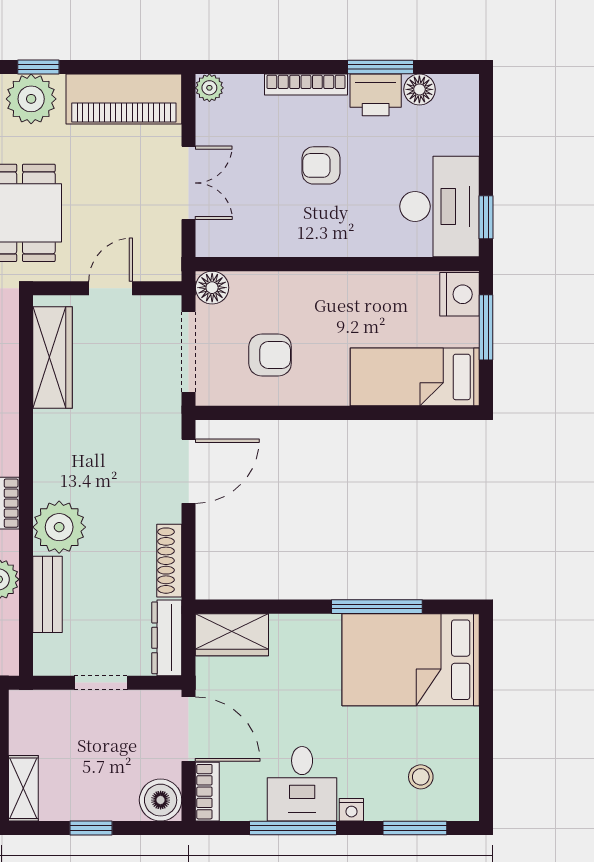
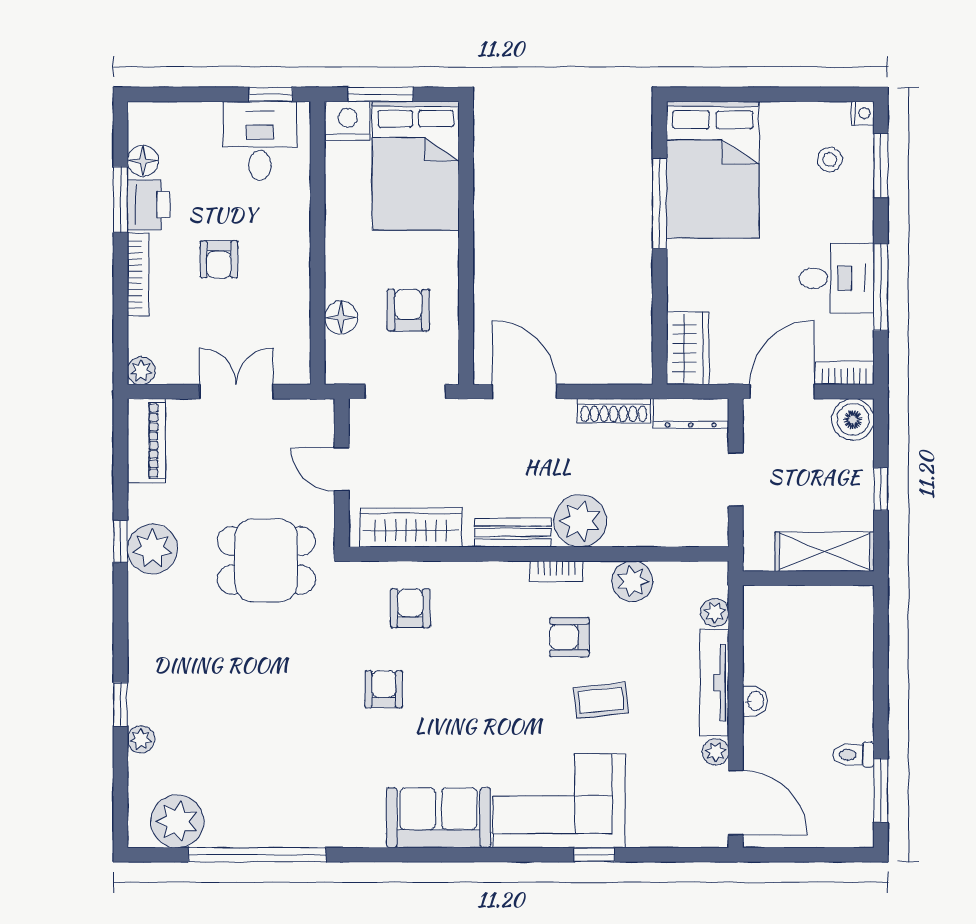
piano: (124, 99) -> (146, 441), width x0.73, depth x0.75
desk: (440, 206) -> (260, 141), width x0.73
floor lamp: (212, 288) -> (341, 318), moved
bed: (415, 377) -> (416, 166), width x1.50
bench: (47, 594) -> (513, 533), moved
shelving: (23, 788) -> (825, 552), width x1.50, depth x1.33
nightstand: (351, 810) -> (863, 113), moved

